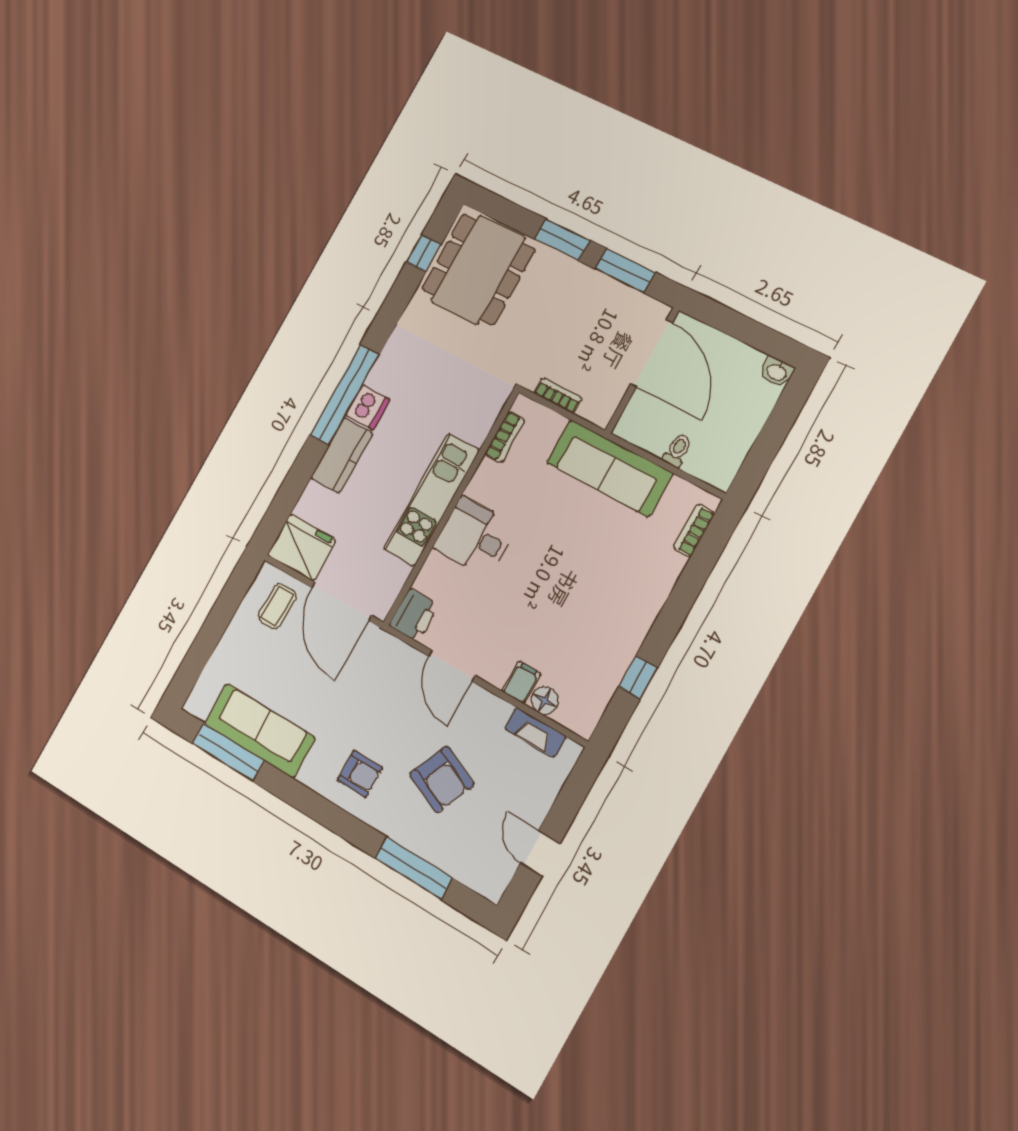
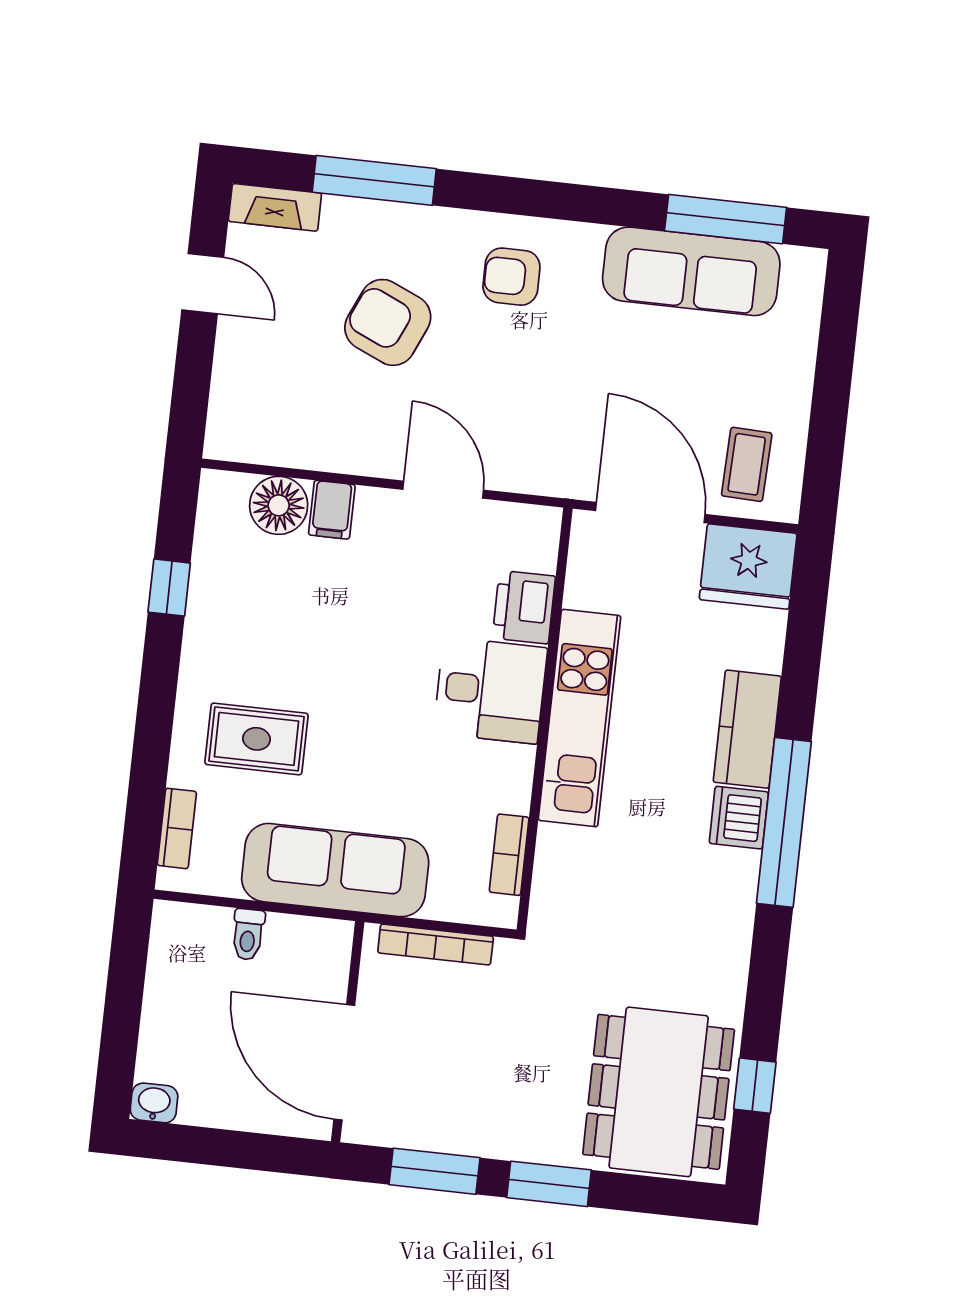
bookcase: (558, 396) -> (436, 945), width x1.56
rug: (623, 565) -> (257, 739), added
printer: (414, 615) -> (524, 607), moved
floor lamp: (545, 701) -> (279, 505), width x1.38, depth x1.38
fireplace: (535, 732) -> (275, 207), moved, turned 180

